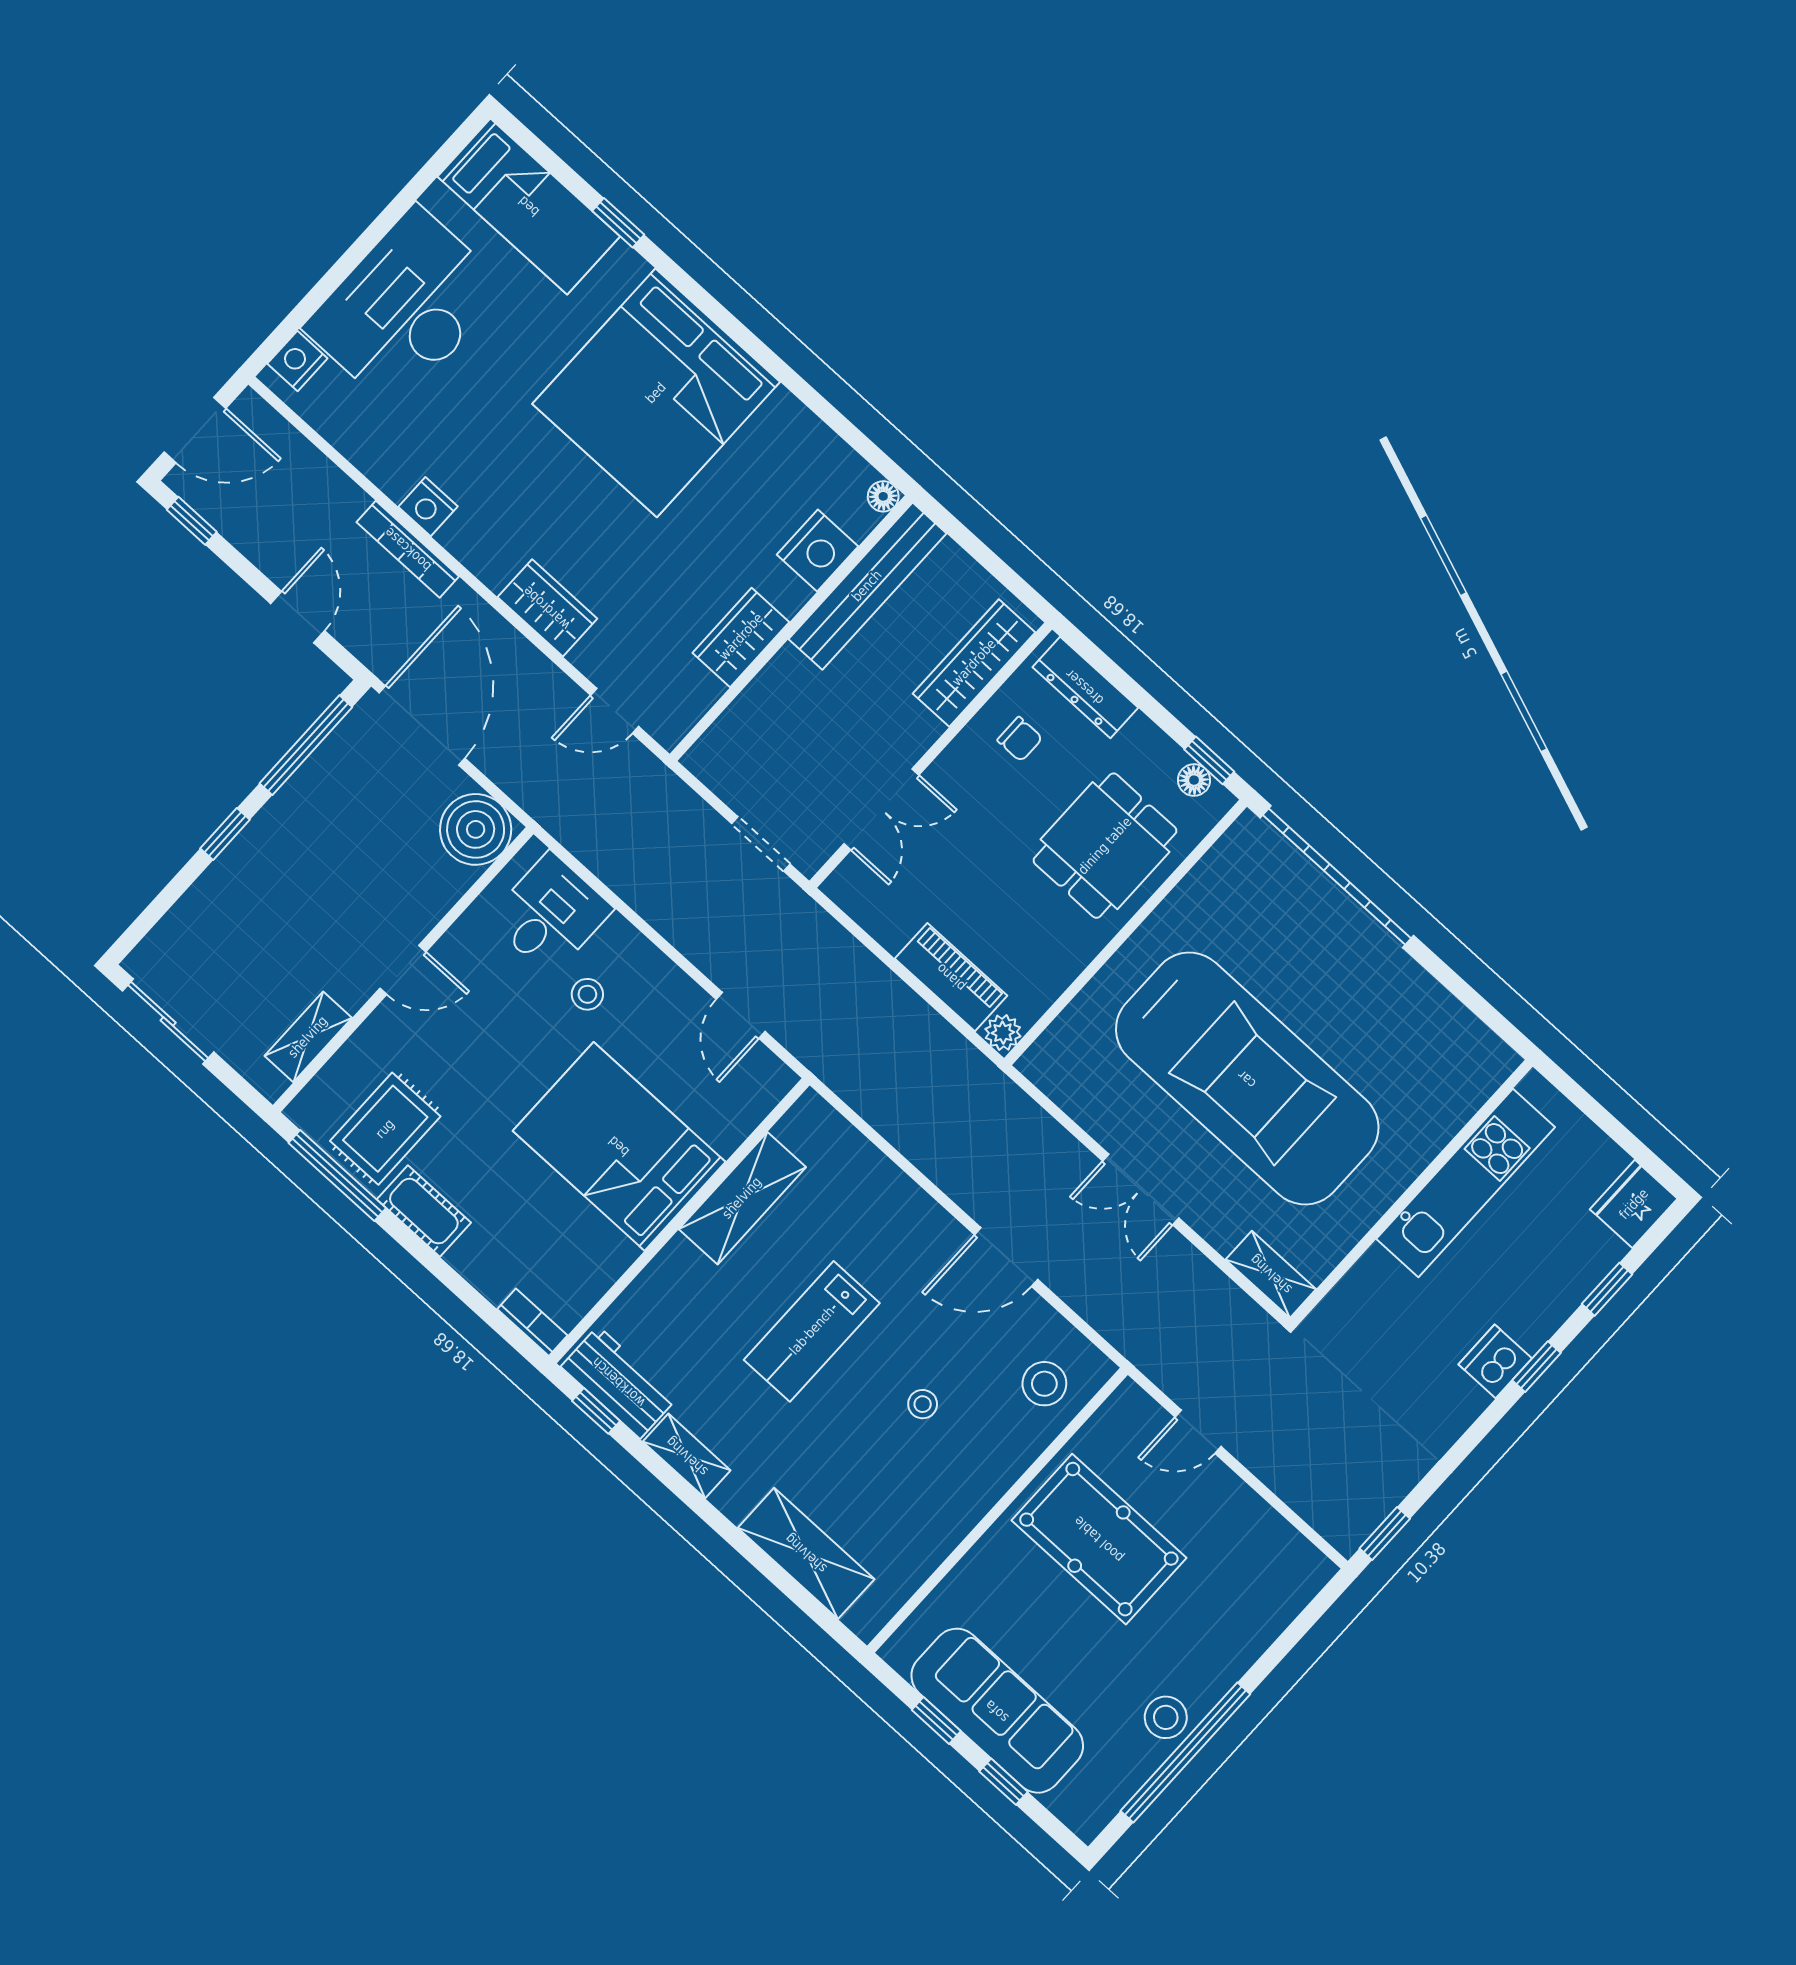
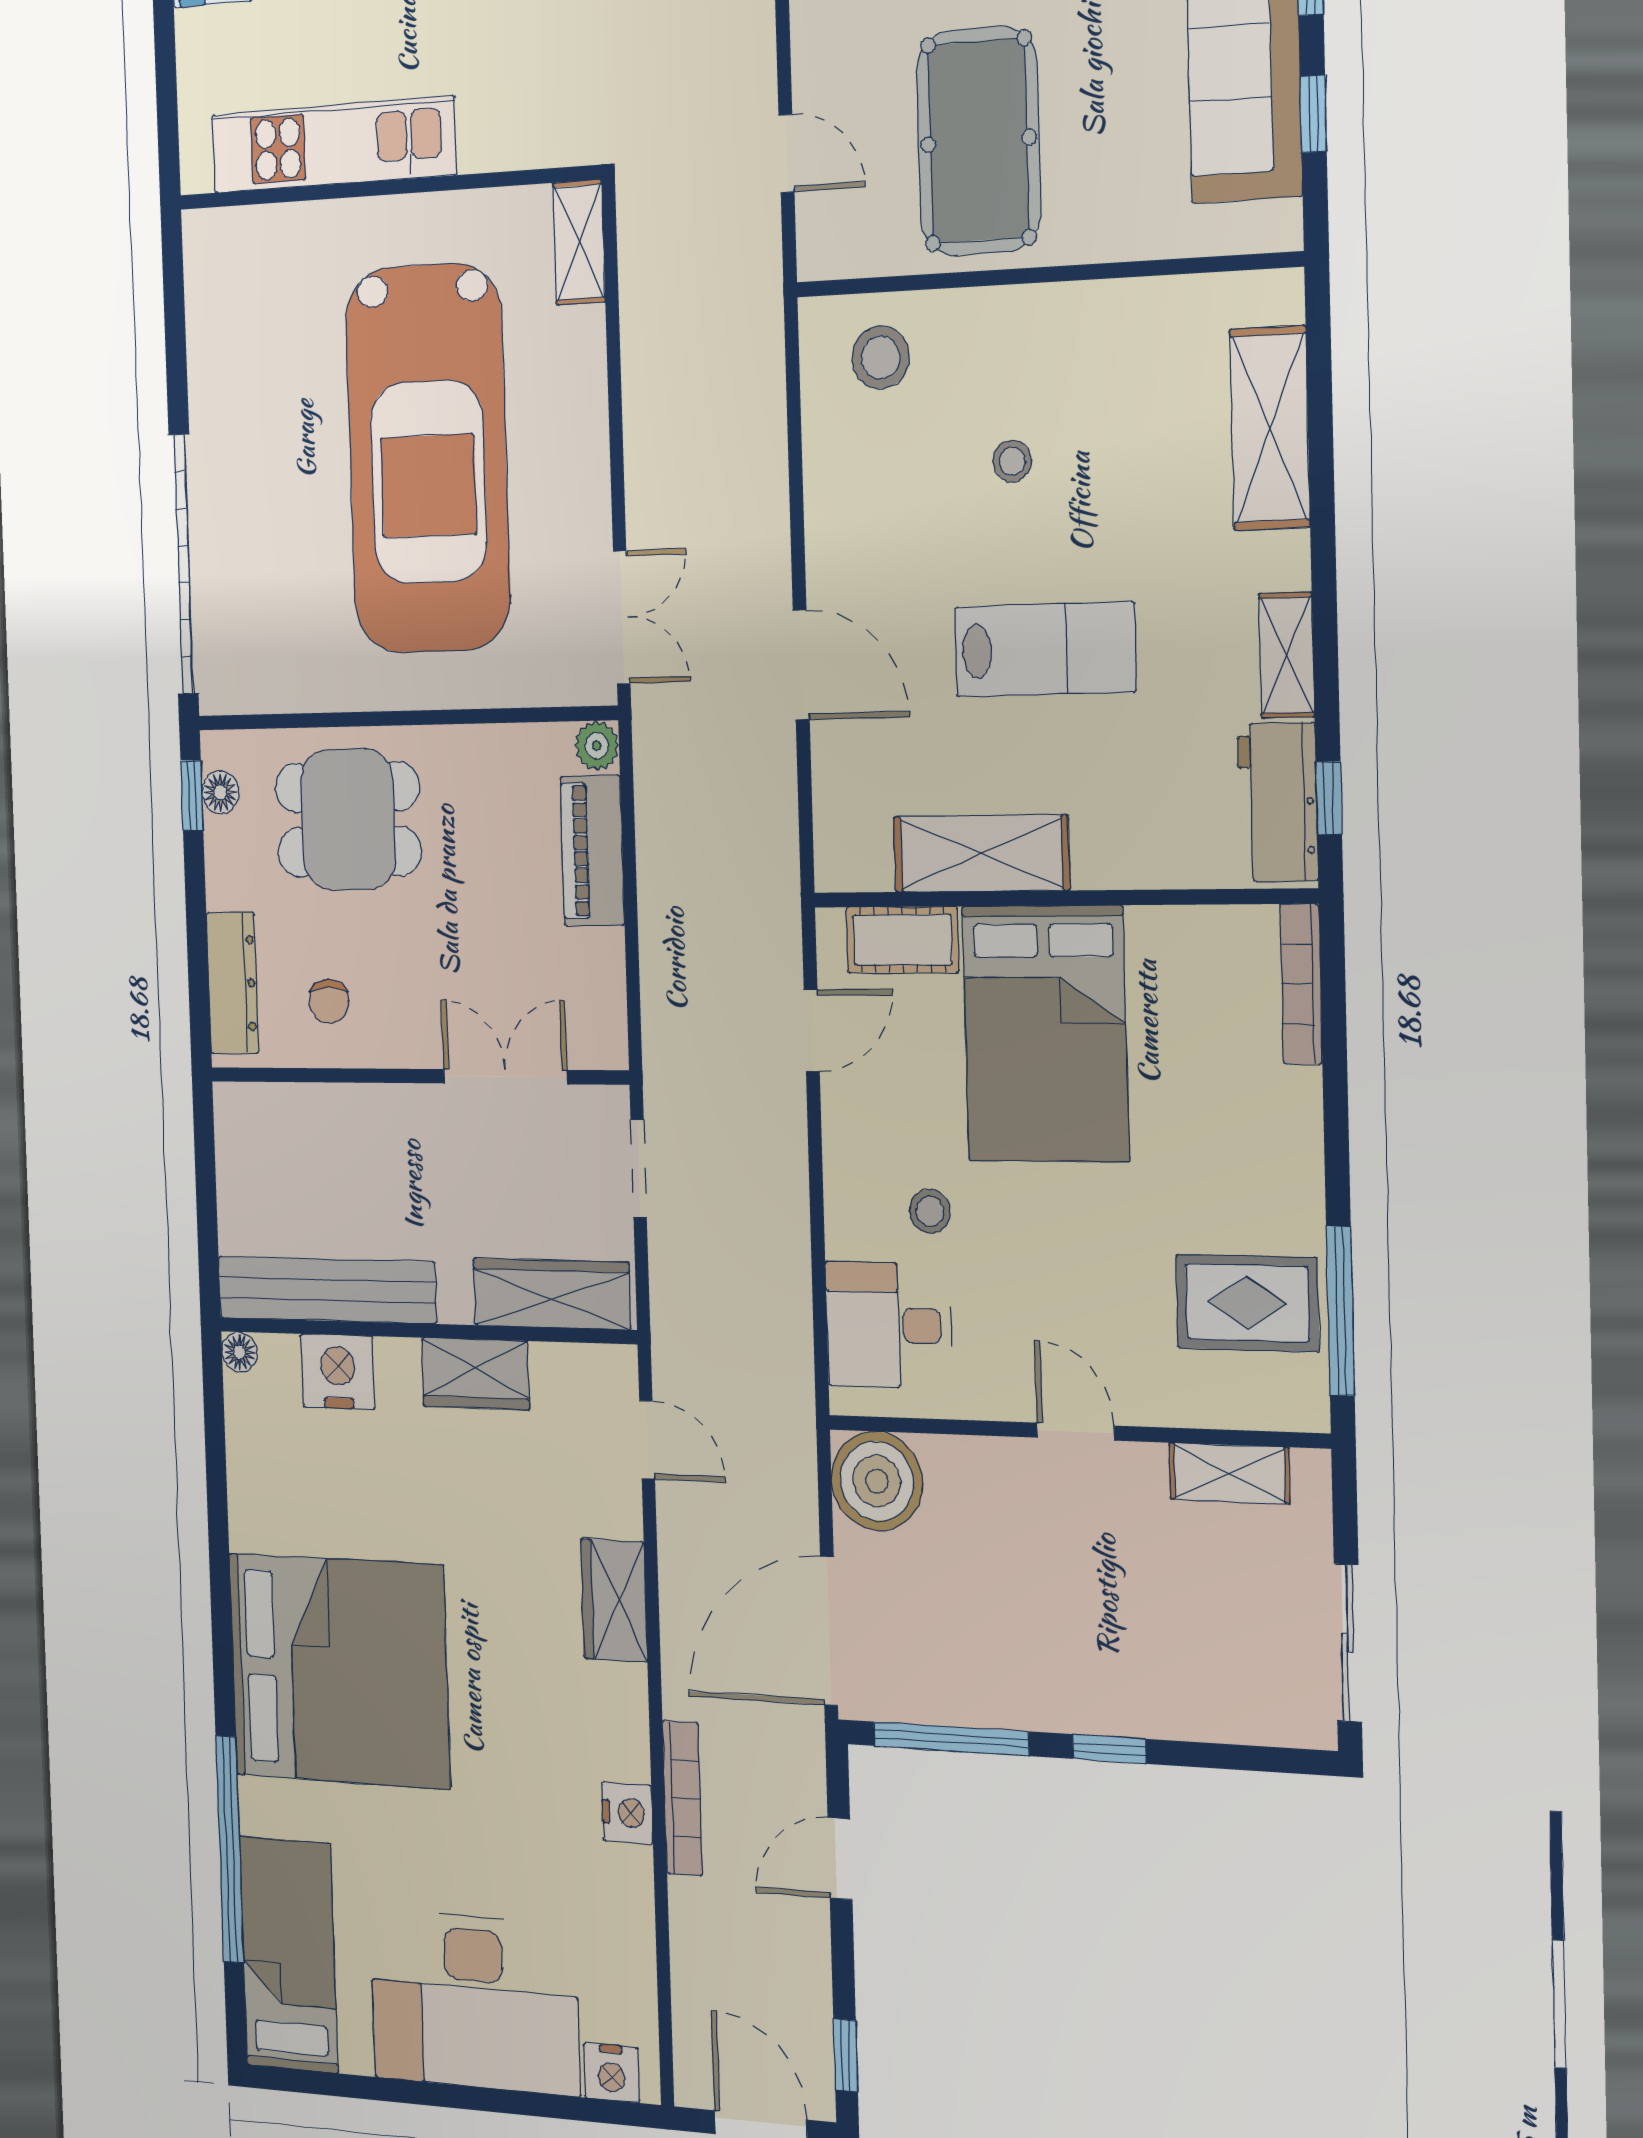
window: (618, 223) -> (230, 1849), width x3.17
wardrobe: (974, 663) -> (552, 1294), moved, turned 180
chair: (1020, 739) -> (329, 1001), turned 180
car: (1247, 1079) -> (428, 459), turned 180
double door: (1141, 1190) -> (622, 617), moved
cot: (424, 1211) -> (902, 940), moved, turned 90
door: (1006, 1257) -> (801, 665), moved
bookcase: (532, 1322) -> (1301, 984), width x1.56

